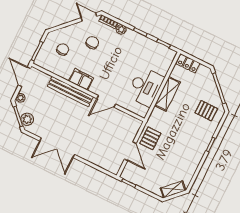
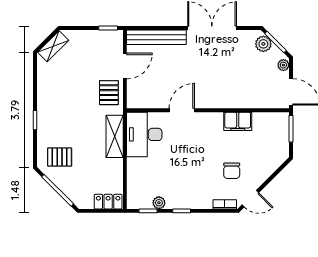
plant: (121, 29) -> (159, 203), moved
chair: (63, 49) -> (262, 146), removed
filing cabinet: (81, 79) -> (238, 121), moved
desk: (145, 87) -> (144, 134), moved
bench: (70, 92) -> (156, 37), moved
shelving: (167, 94) -> (115, 136), moved
door: (130, 151) -> (125, 66), swing flipped

